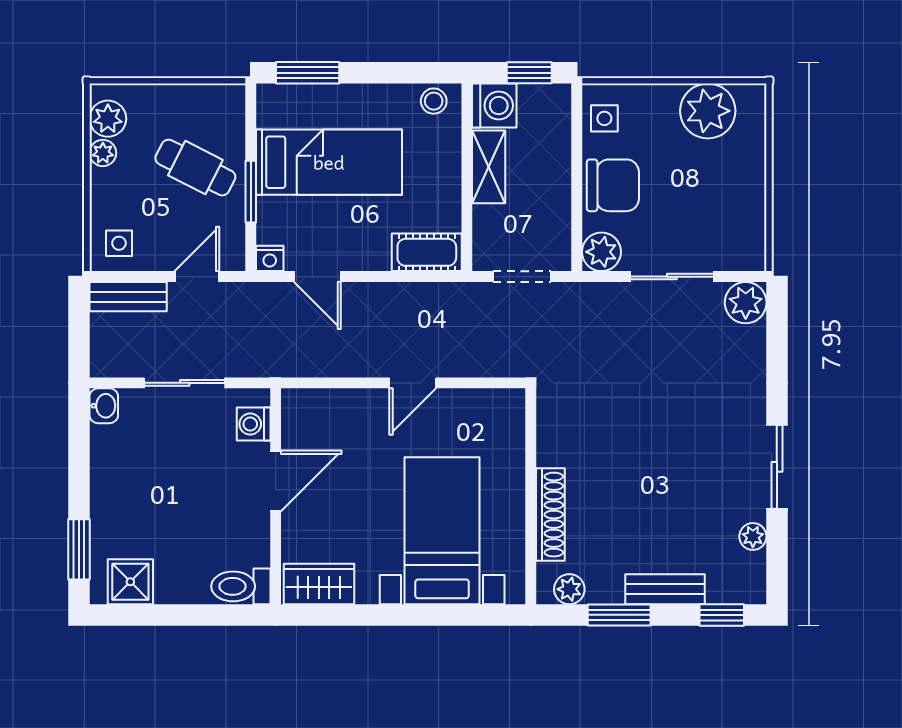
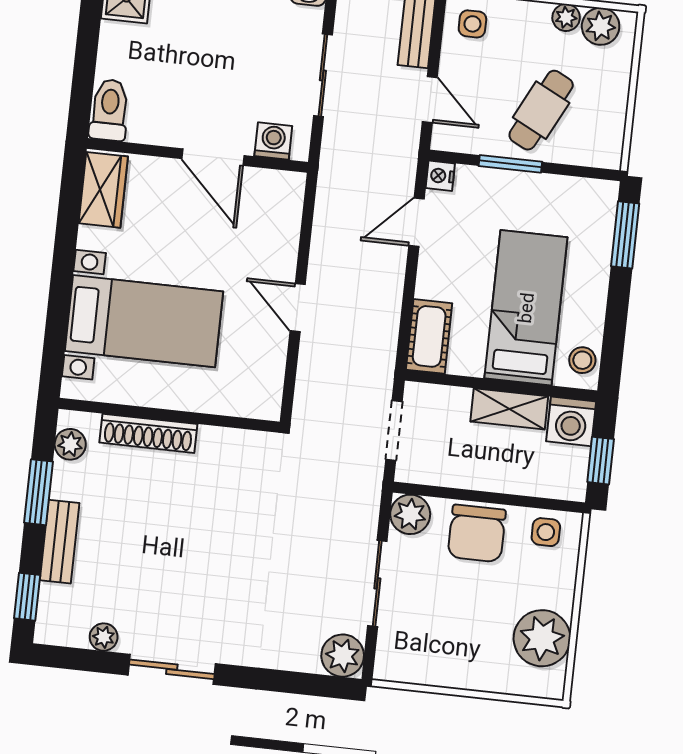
bed: (329, 162) -> (526, 308), moved, turned 180

